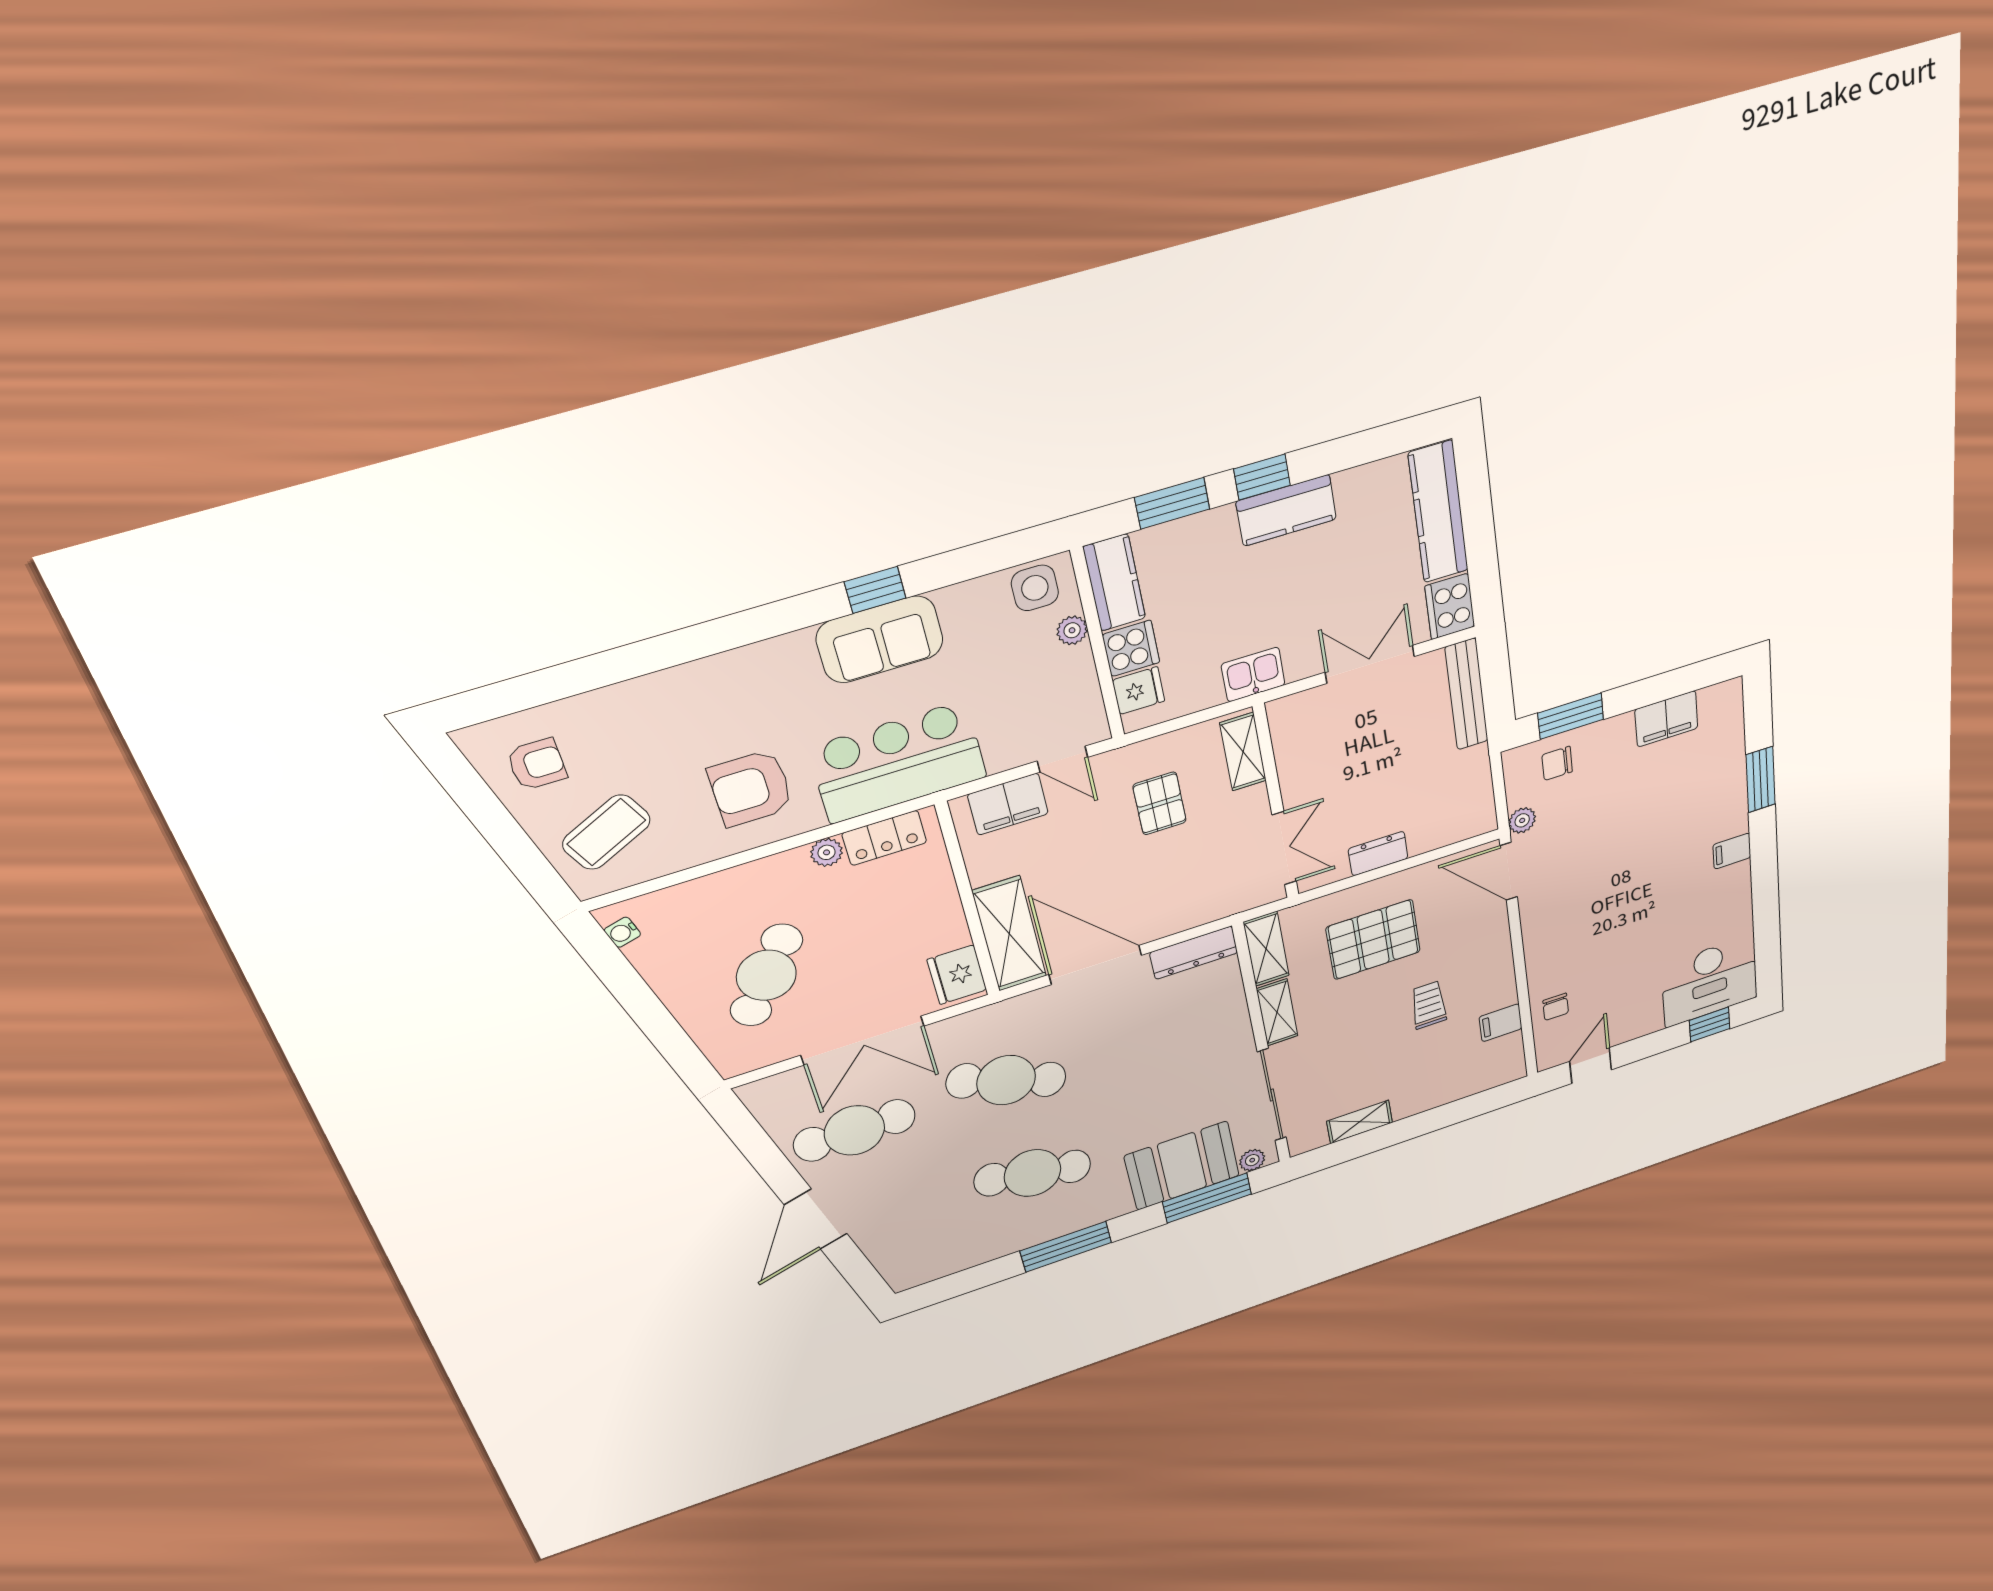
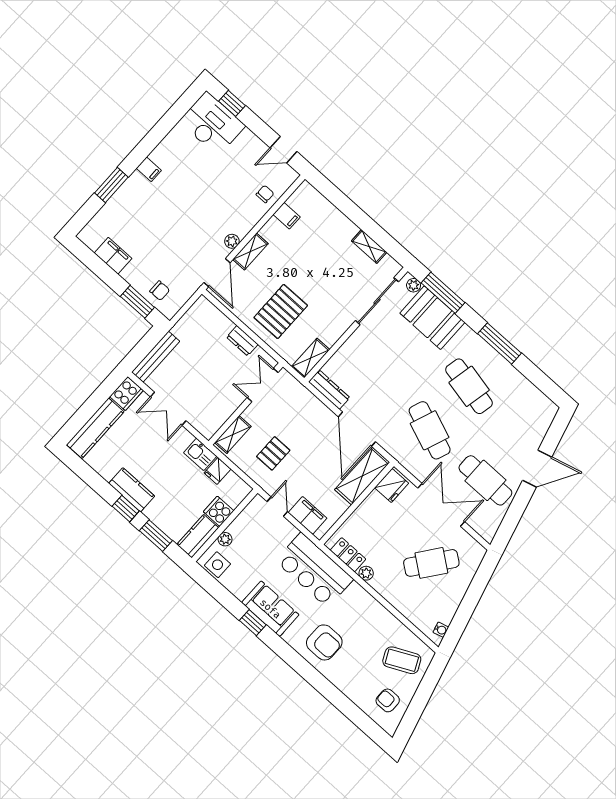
fridge: (1139, 691) -> (218, 471), moved, turned -90
armchair: (751, 788) -> (324, 642), moved
plant: (1522, 820) -> (232, 241), moved
pallet: (1373, 940) -> (281, 311), turned 90
trolley: (1429, 1005) -> (297, 259), removed
shelving: (1277, 1012) -> (250, 251), moved

